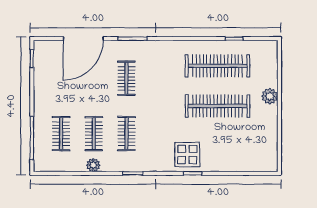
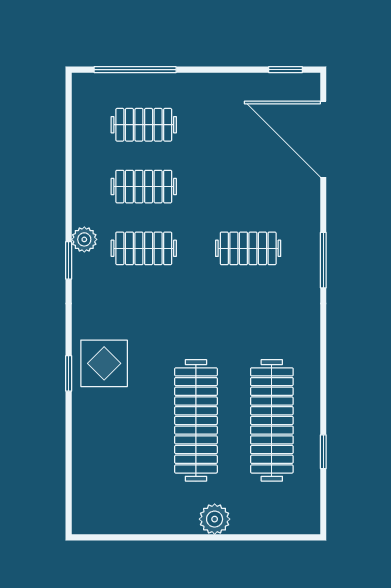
door: (83, 39) -> (323, 139), moved
plant: (93, 165) -> (84, 239), moved

